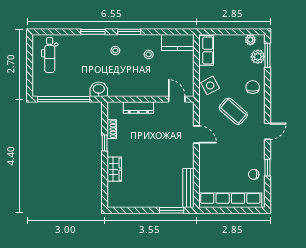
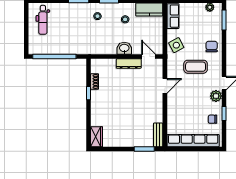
plant: (258, 57) -> (216, 96), moved
washbasin: (99, 89) -> (124, 48), moved
dresser: (138, 108) -> (129, 64), moved
coffee table: (233, 111) -> (196, 67), turned -41
door: (196, 134) -> (165, 86), hinge flipped
wardrobe: (114, 169) -> (97, 137), moved
bench: (188, 188) -> (158, 135), width x0.73

